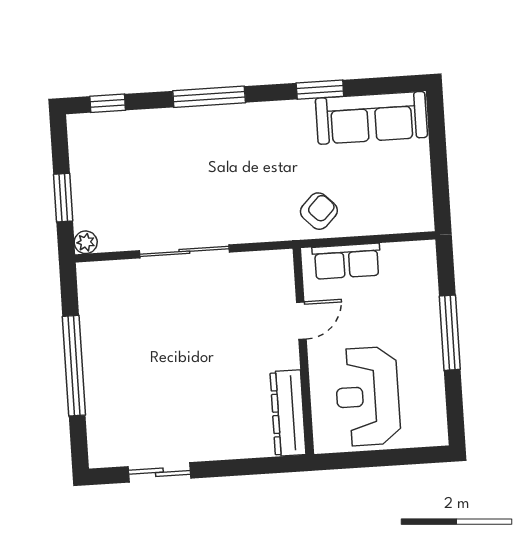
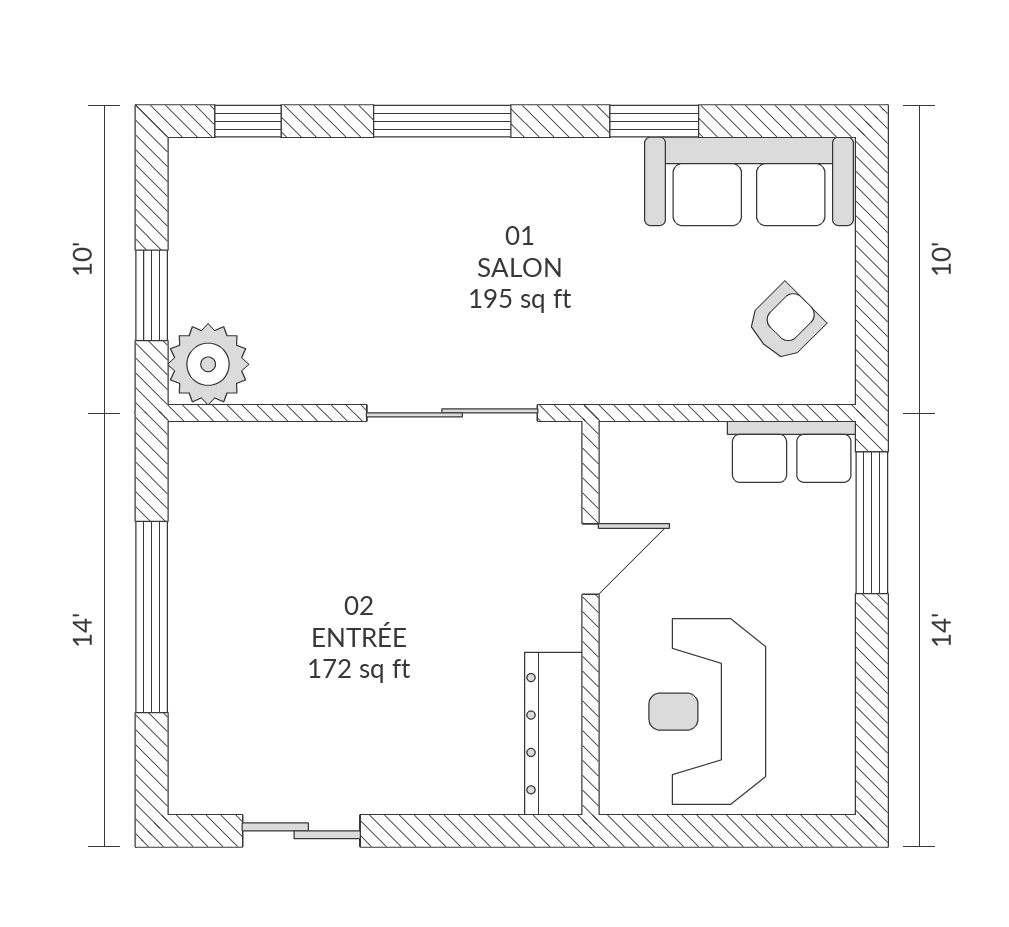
armchair: (319, 211) -> (785, 323), moved
plant: (86, 242) -> (208, 364), width x1.88, depth x1.88
sliding door: (184, 251) -> (452, 413), moved
row of seats: (347, 261) -> (792, 452), moved
window: (450, 333) -> (872, 523), moved

